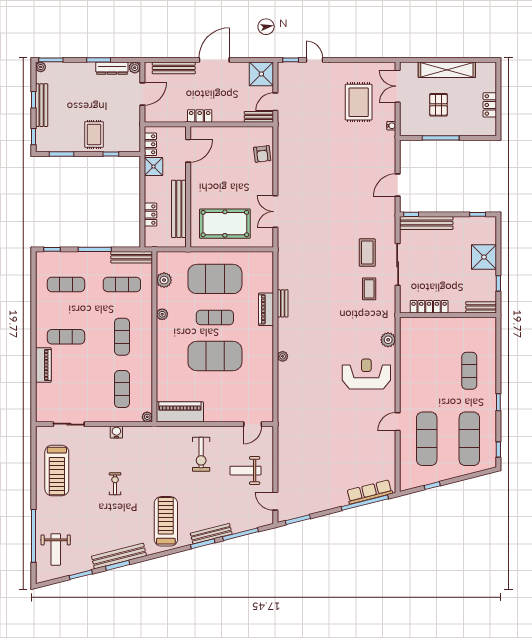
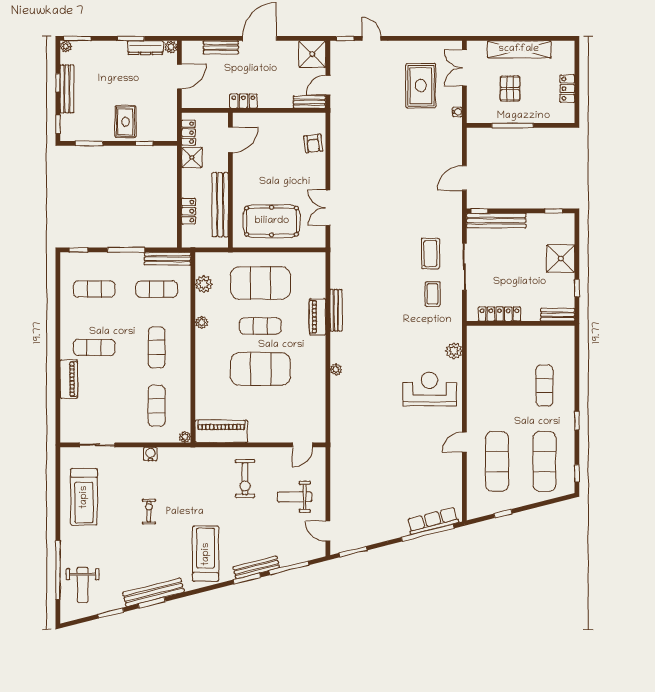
bench: (174, 68) -> (221, 47), width x0.73
bench: (283, 303) -> (336, 310), width x1.36

